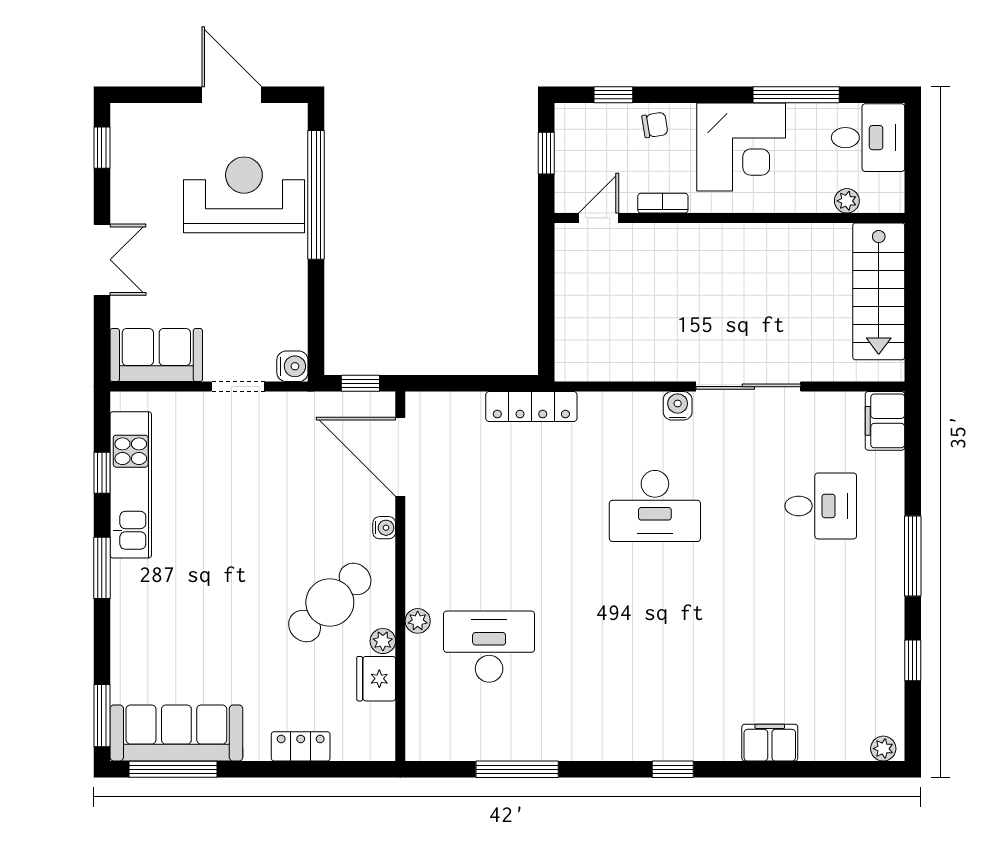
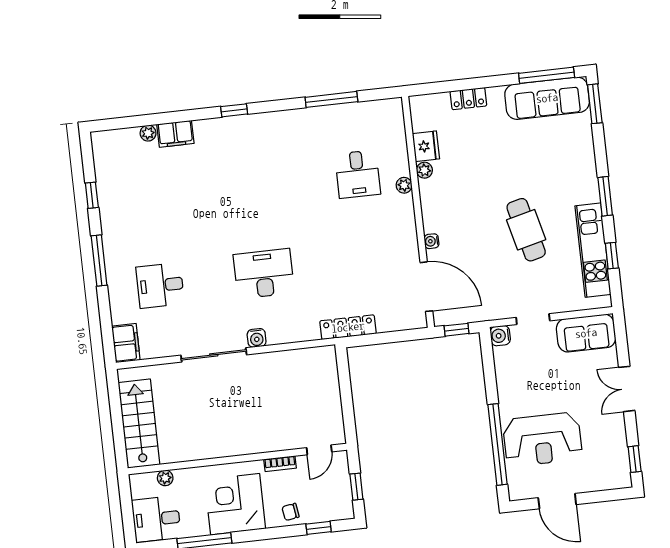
cafe table: (330, 602) -> (526, 230), moved, turned -61
desk: (489, 647) -> (358, 174), width x0.73
plant: (883, 749) -> (148, 133), moved

